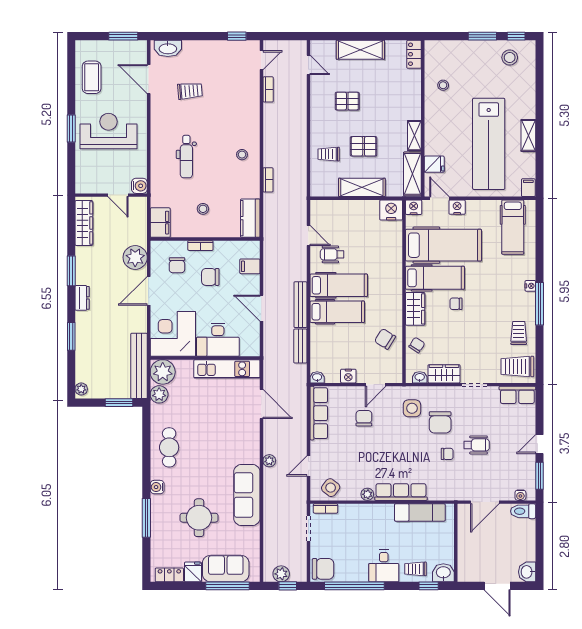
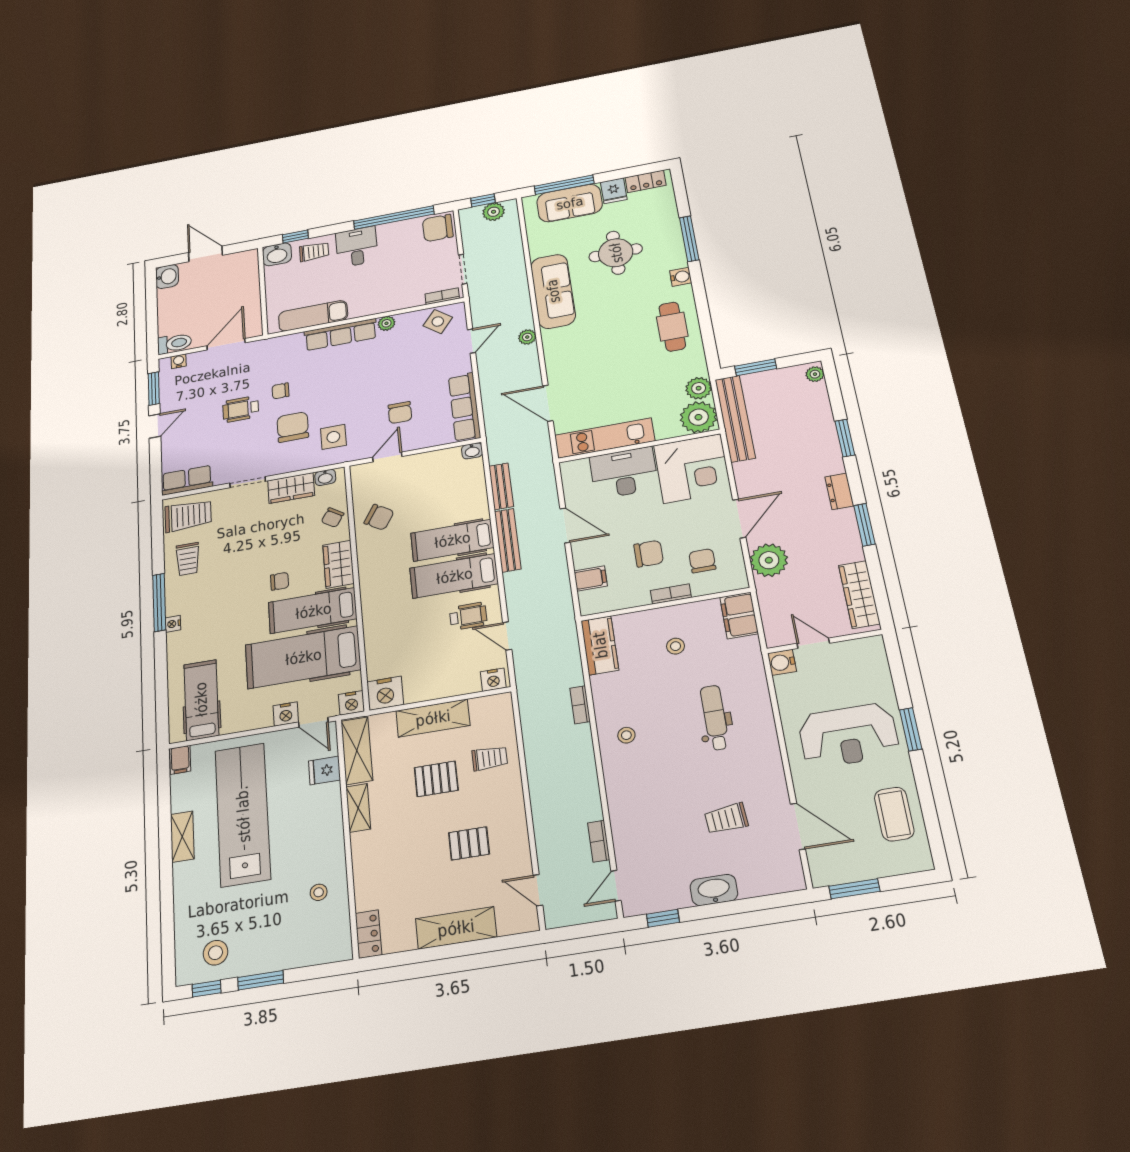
washbasin: (168, 48) -> (714, 890), moved
nightstand: (348, 376) -> (493, 680), moved, turned 180

